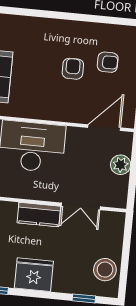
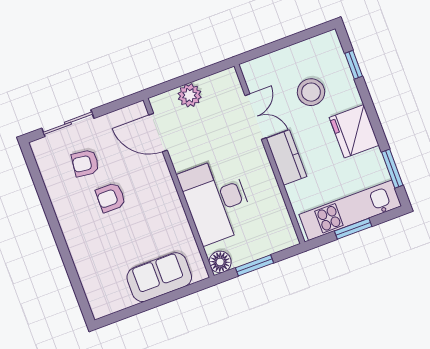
armchair: (108, 62) -> (85, 163), turned -83
stool: (105, 270) -> (311, 92), moved

